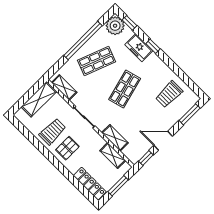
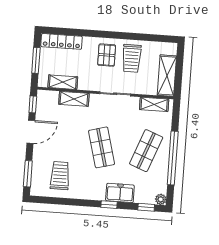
plant: (115, 26) -> (161, 199), width x0.53, depth x0.53

